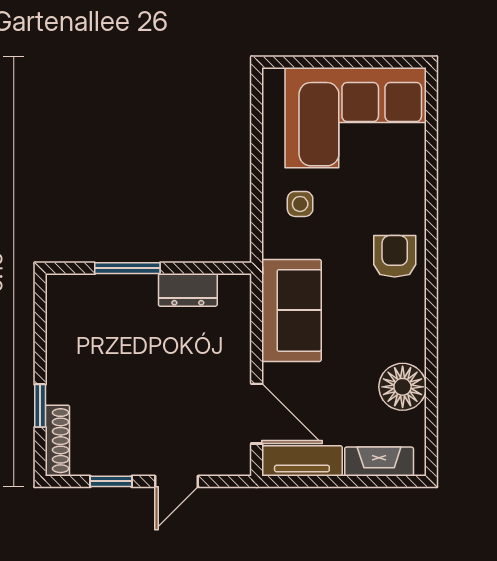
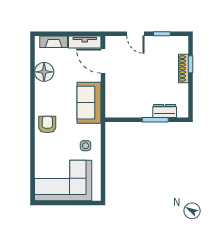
armchair: (395, 256) -> (47, 125), turned 180
dresser: (188, 290) -> (165, 111), moved
shoe rack: (57, 441) -> (183, 68), moved
door: (177, 481) -> (135, 34), swing flipped

